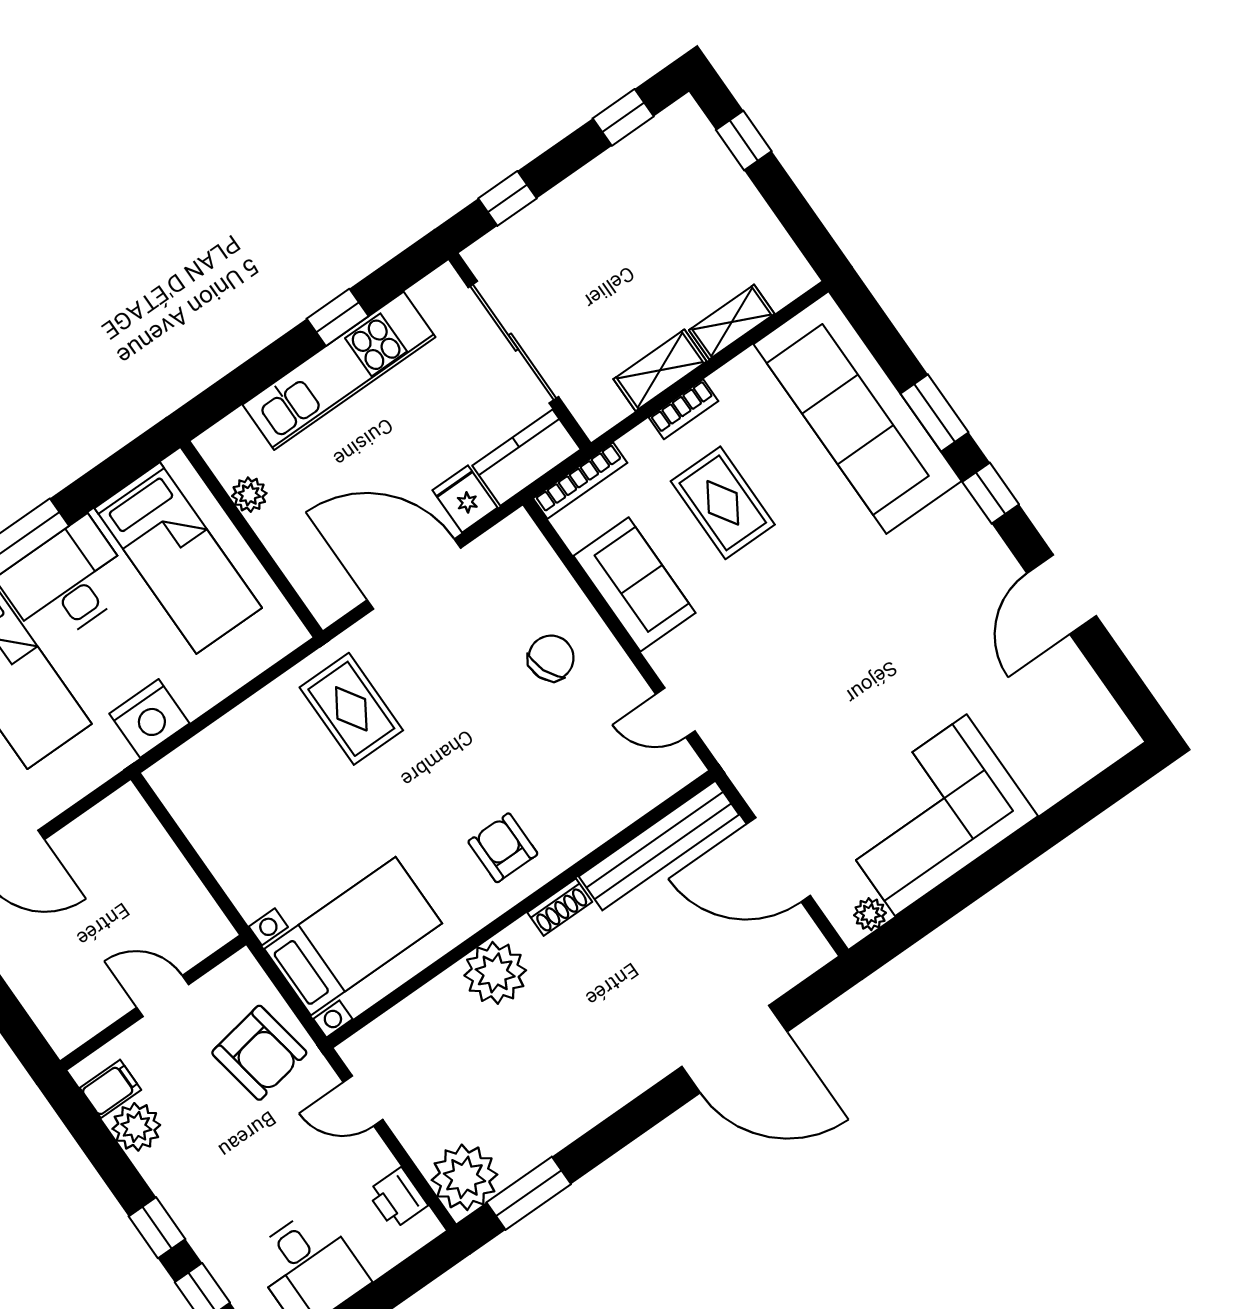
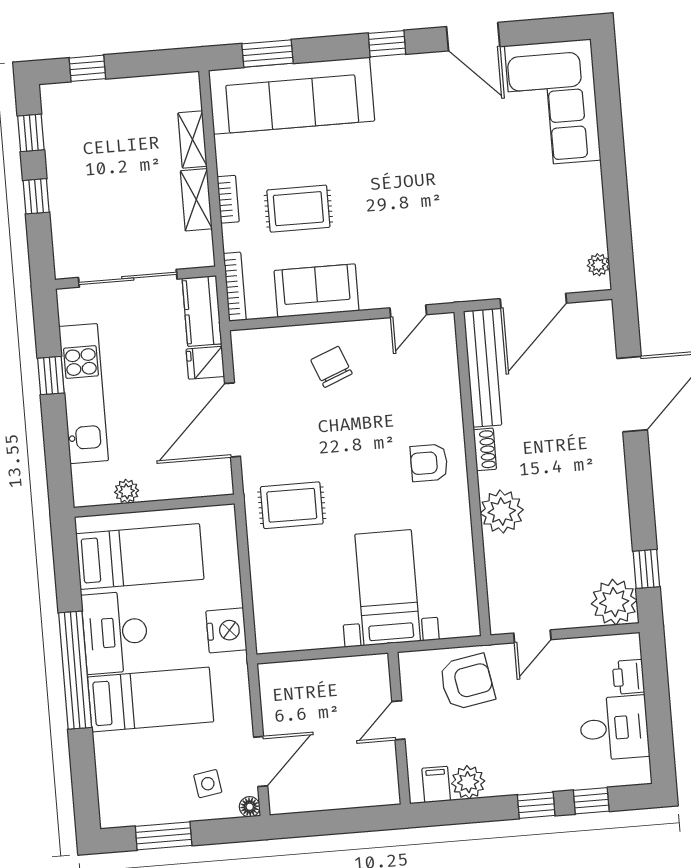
window: (507, 198) -> (36, 196), moved
window: (934, 413) -> (268, 53), moved
corner sofa: (931, 815) -> (553, 103), moved
bed with nightstands: (353, 936) -> (388, 588), moved
window: (529, 1193) -> (646, 569), width x0.67
printer: (397, 1198) -> (628, 677), moved, turned 90

